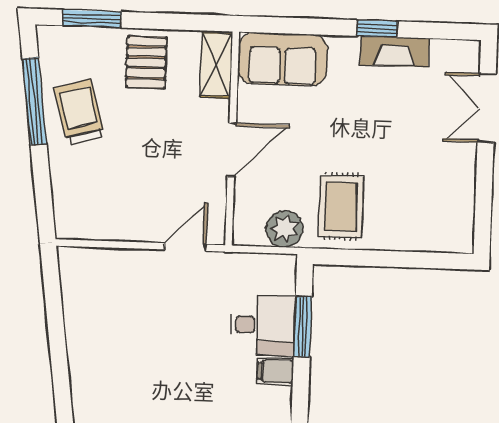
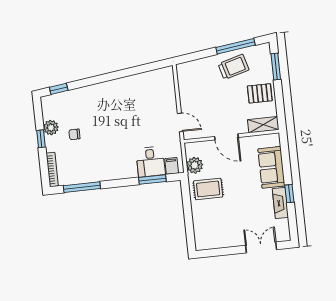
sofa: (283, 59) -> (271, 167), moved
filing cabinet: (275, 372) -> (172, 166), moved

